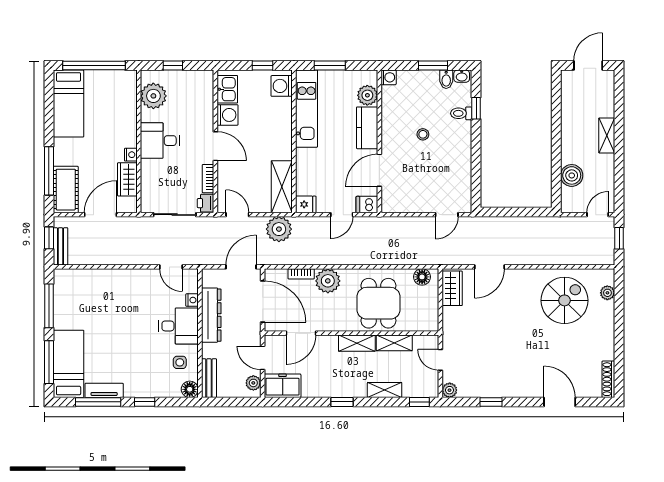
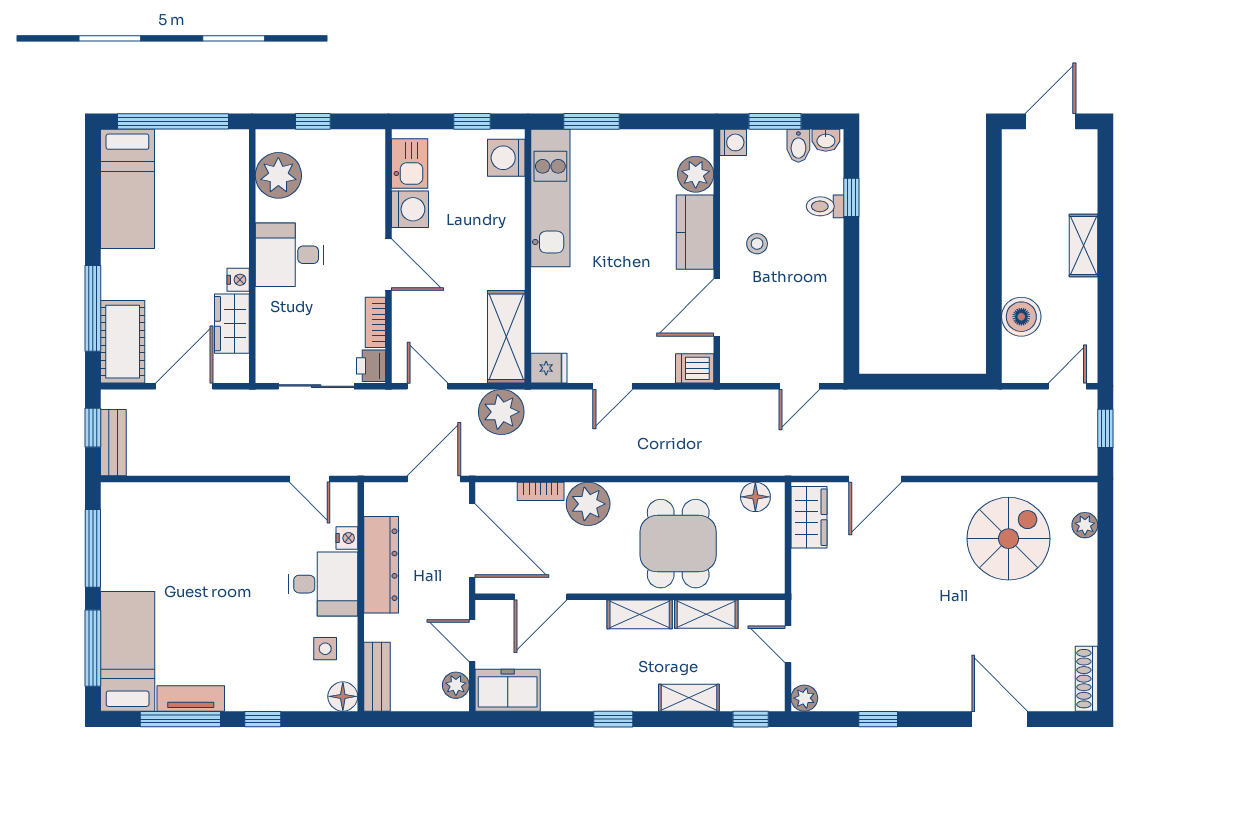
washing machine: (389, 77) -> (733, 142), moved
plant: (367, 95) -> (696, 174), moved
kitchen counter: (367, 128) -> (695, 232), moved
wall: (379, 141) -> (717, 256), moved
door: (379, 170) -> (717, 307), moved
dishwasher: (367, 205) -> (695, 368), moved

